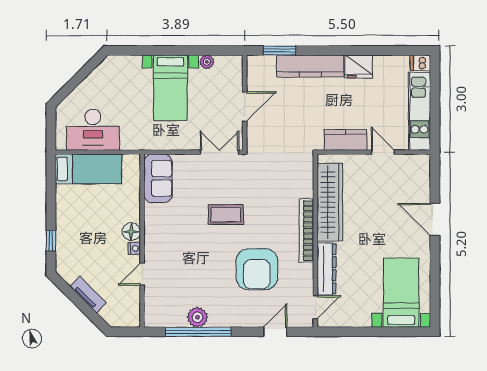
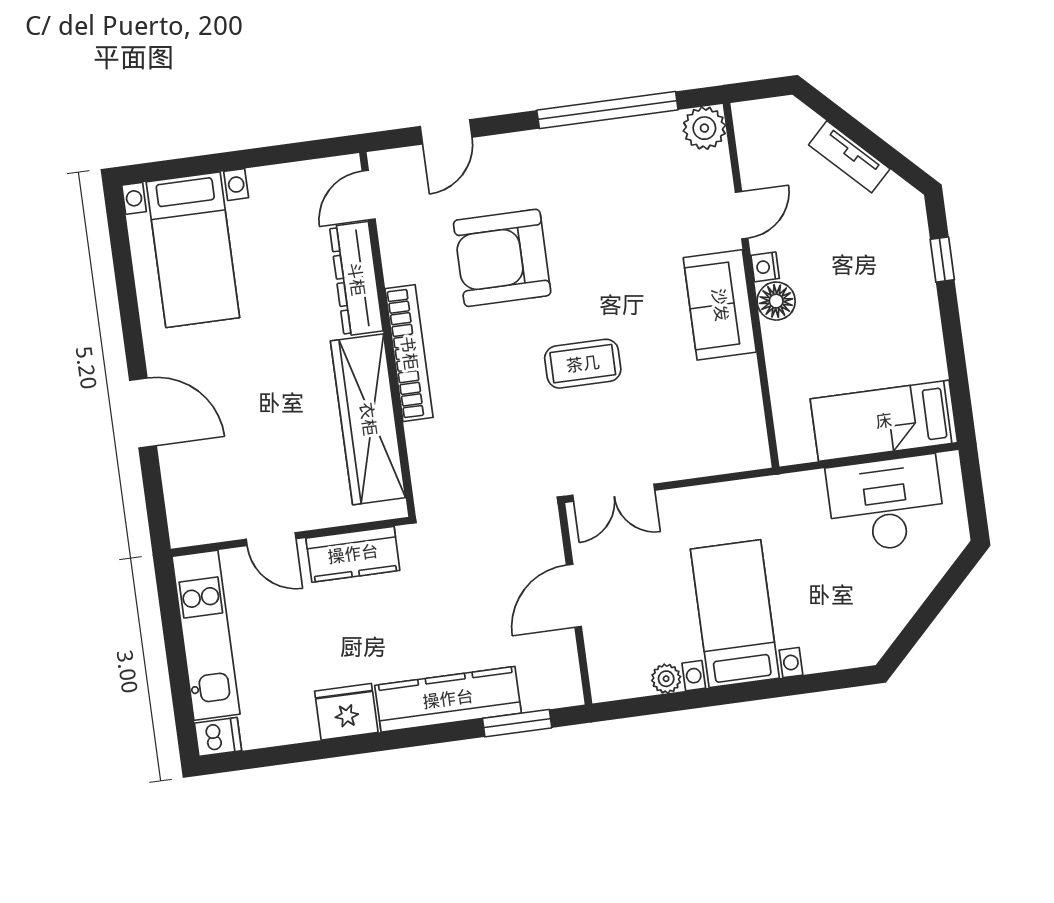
sofa: (158, 178) -> (720, 305), moved
armchair: (257, 269) -> (502, 258), turned -90
plant: (197, 317) -> (704, 128), moved

